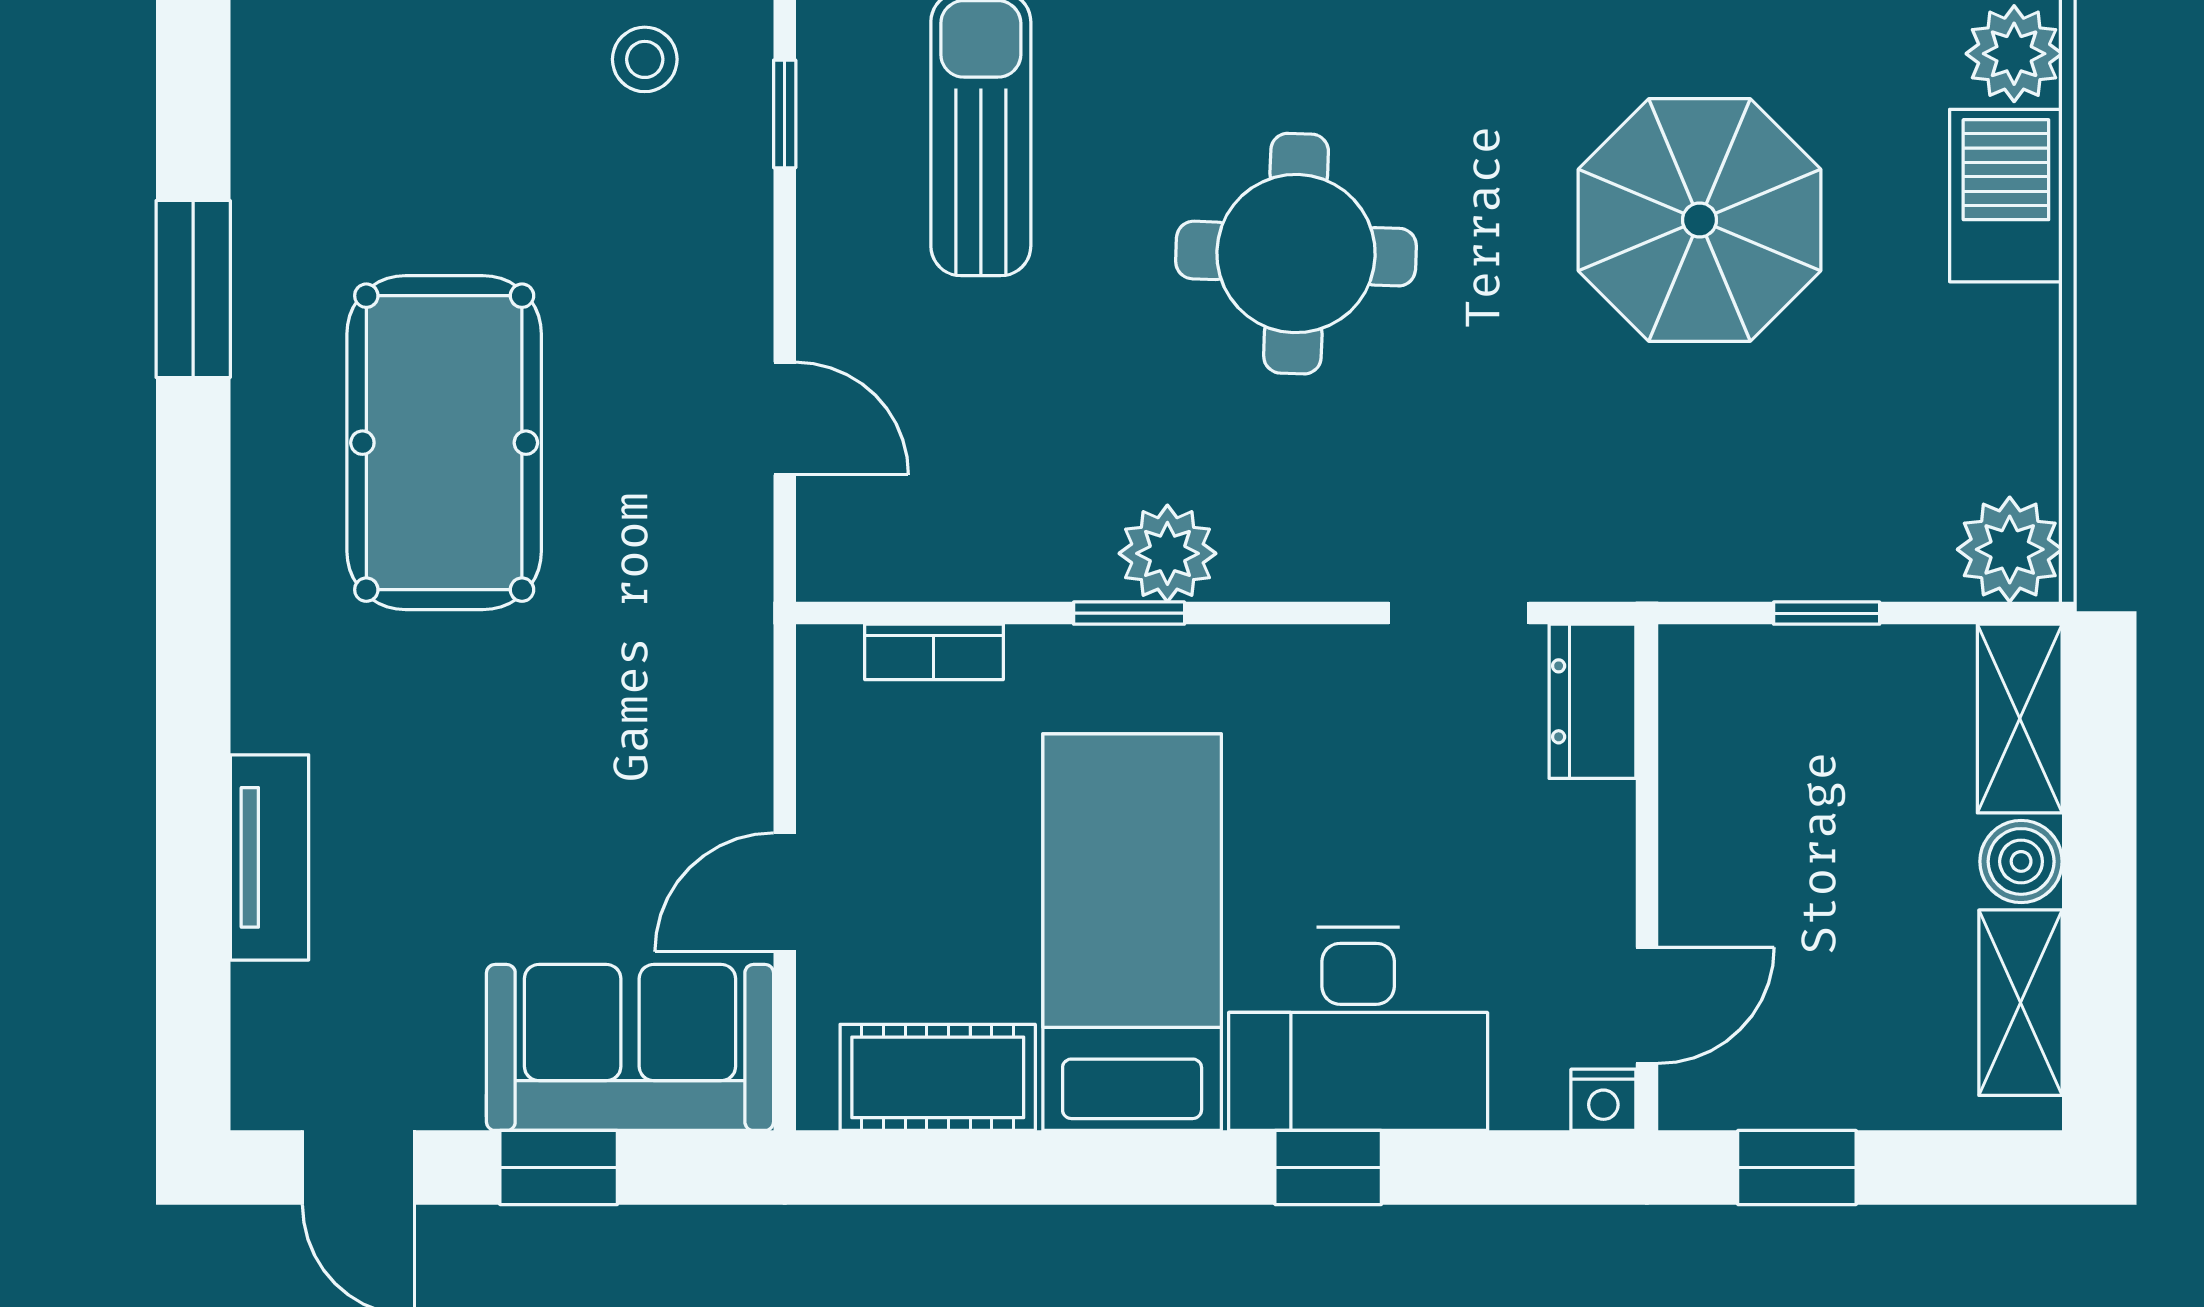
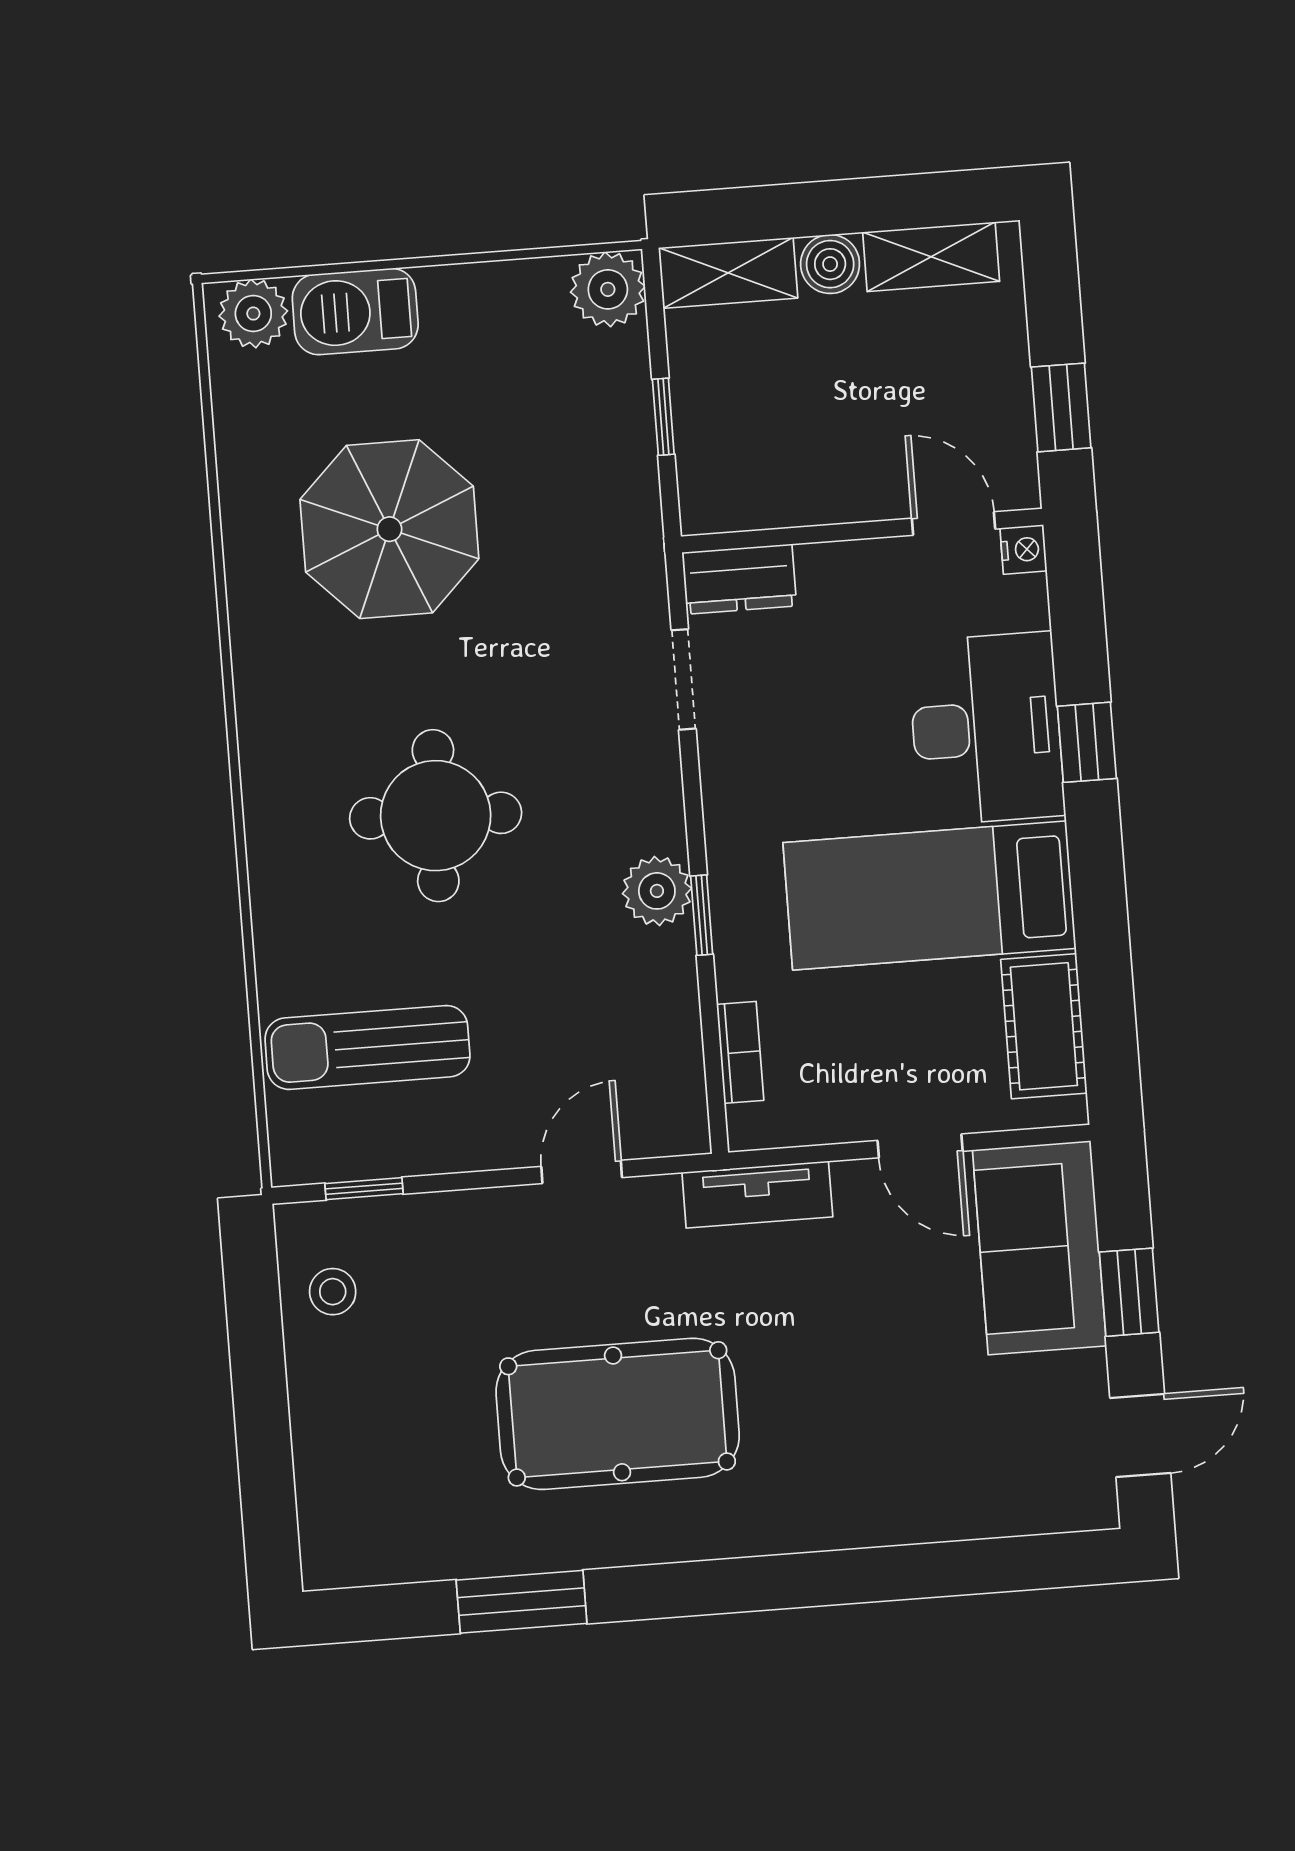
tv unit: (269, 857) -> (757, 1195), moved, turned 180

